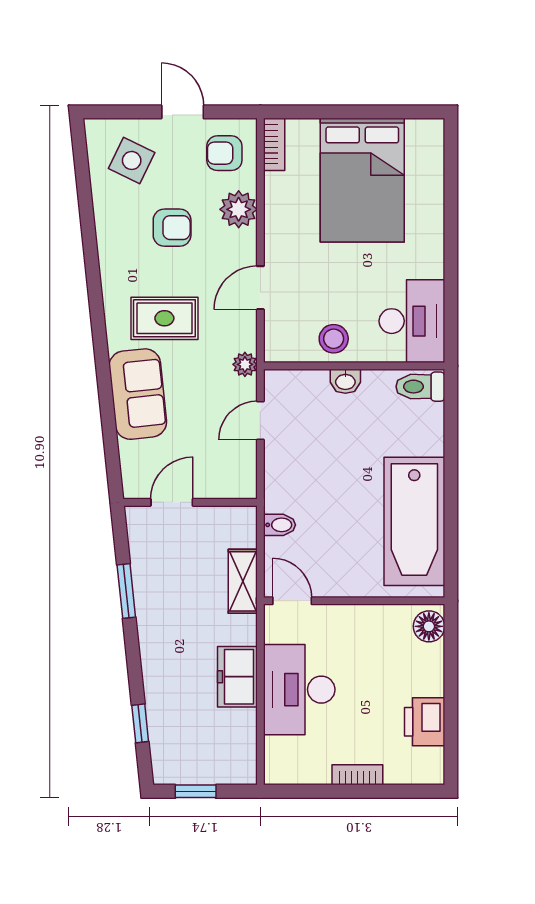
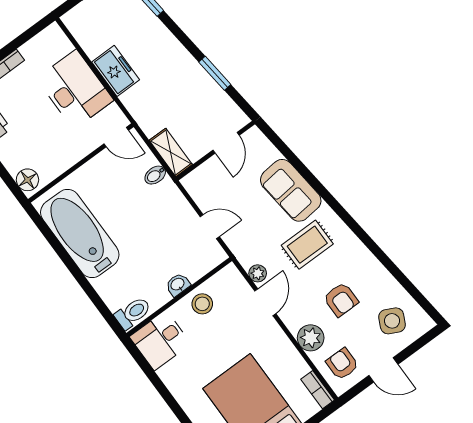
armchair: (224, 153) -> (342, 364), turned -90
armchair: (172, 228) -> (341, 300), turned -90
desk: (412, 321) -> (160, 340), width x0.73
plant: (245, 364) -> (258, 273), moved
door: (260, 420) -> (210, 227), hinge flipped
shelving: (243, 581) -> (171, 152), moved

